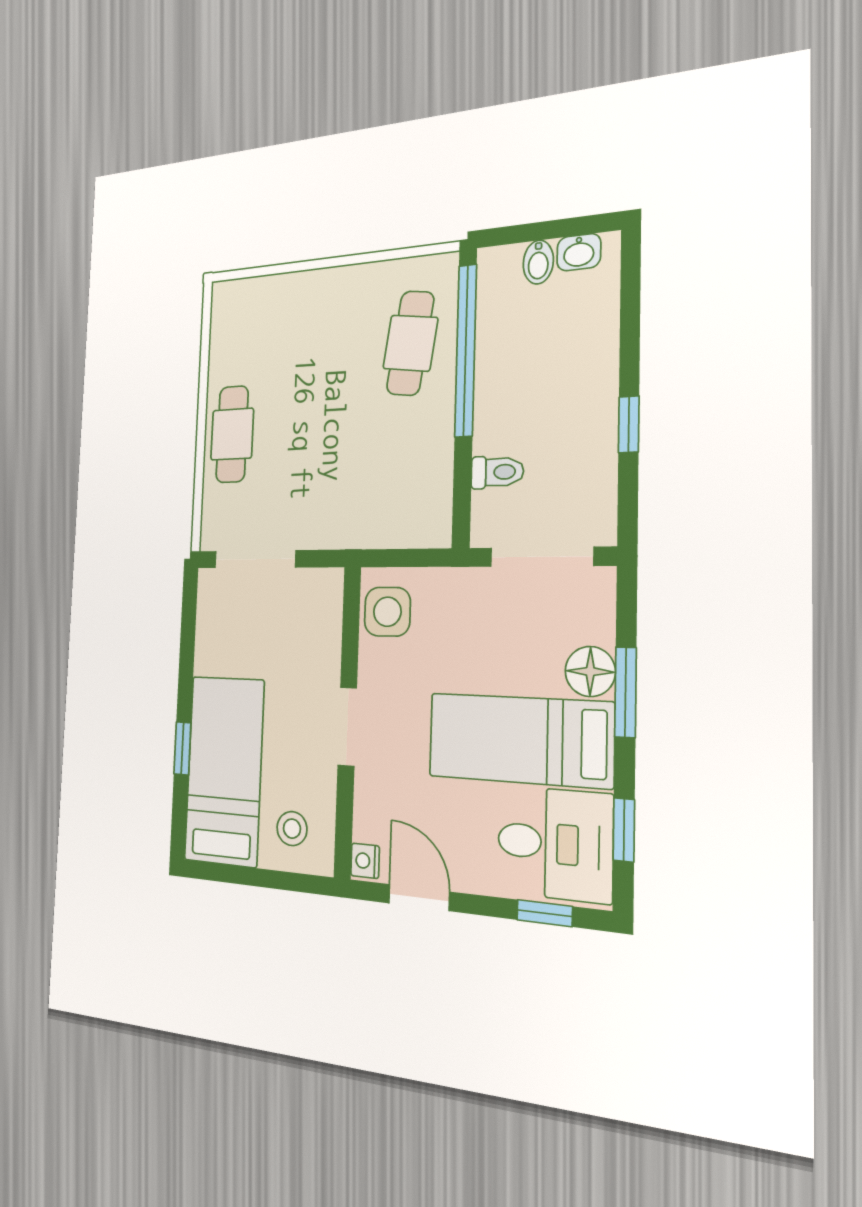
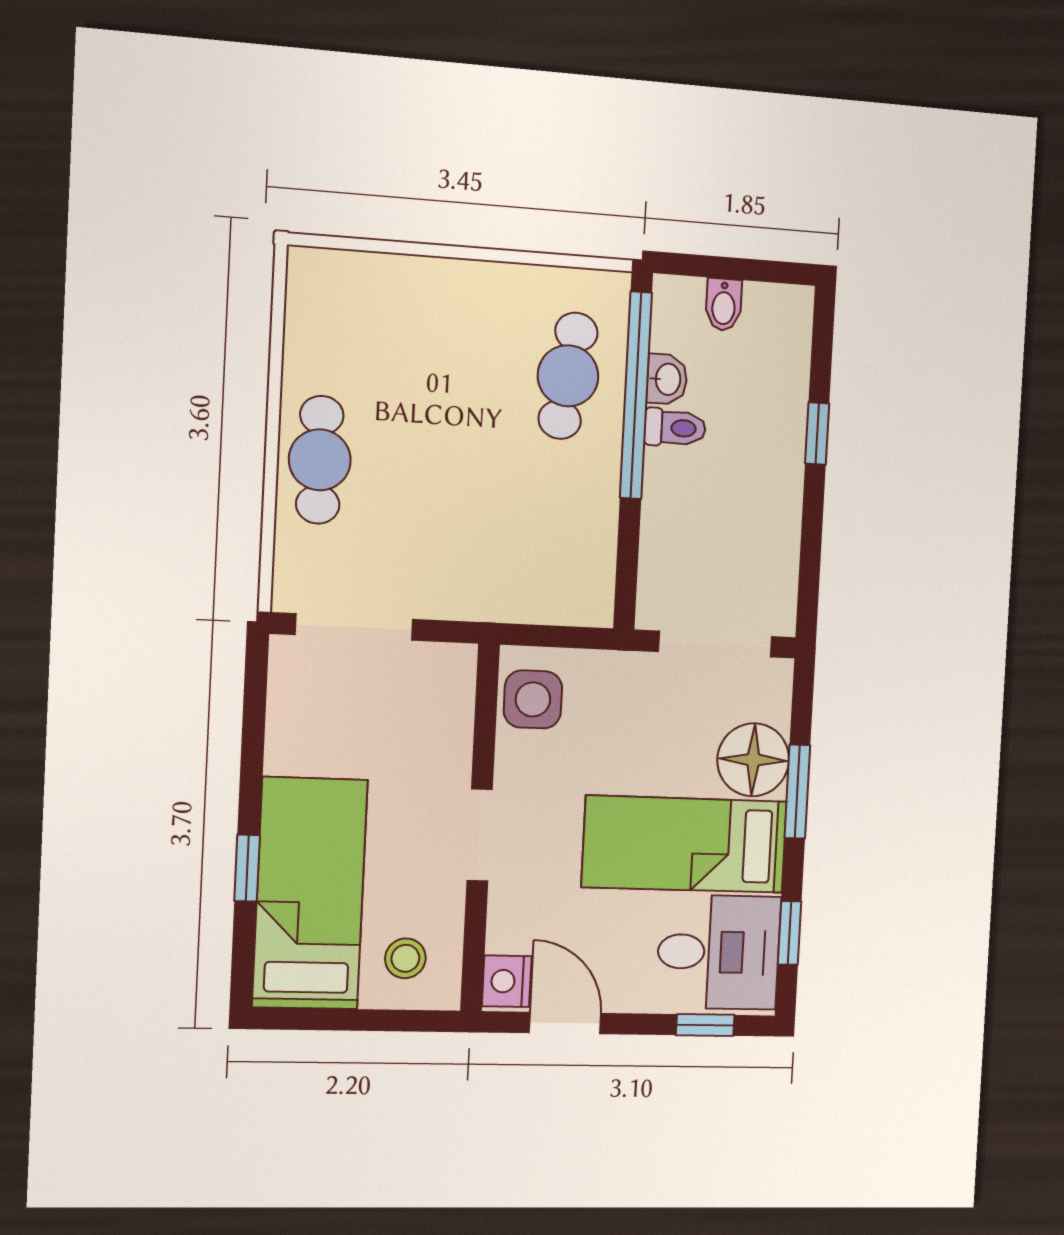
washbasin: (579, 252) -> (667, 379), moved, turned -90
window: (629, 424) -> (817, 434), moved
toilet: (497, 472) -> (675, 428), moved
floor lamp: (590, 671) -> (753, 760), width x1.38, depth x1.38
nightstand: (365, 861) -> (507, 981), width x1.39, depth x1.35

